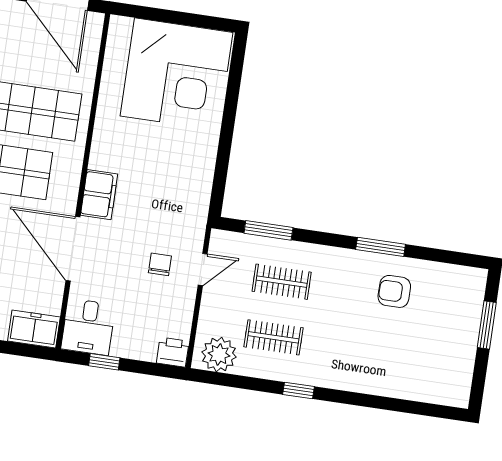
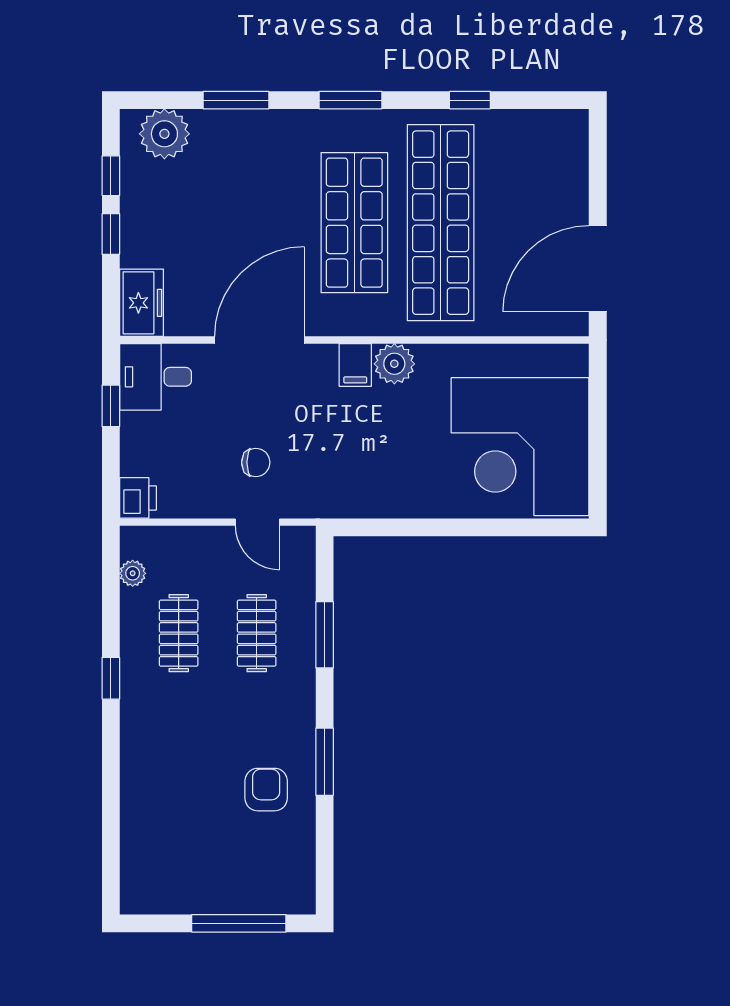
plant: (104, 155) -> (394, 364), added
filing cabinet: (99, 195) -> (355, 365), width x0.50
window: (268, 230) -> (325, 635), moved
window: (487, 325) -> (239, 923), width x1.44
plant: (219, 355) -> (133, 573), width x0.53, depth x0.53

